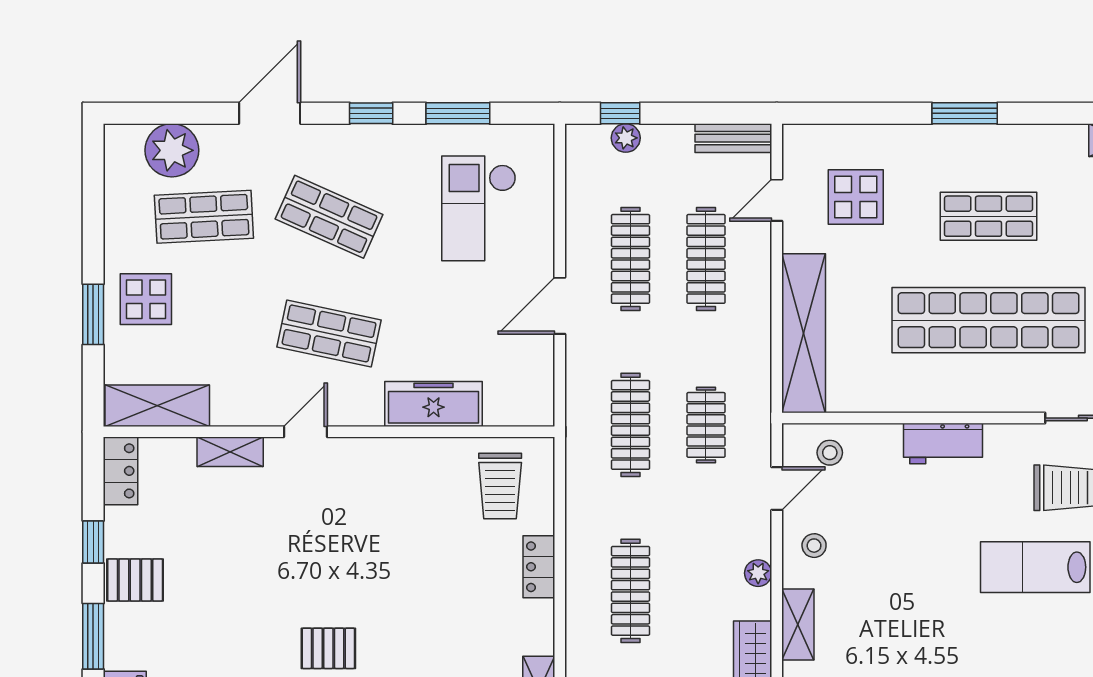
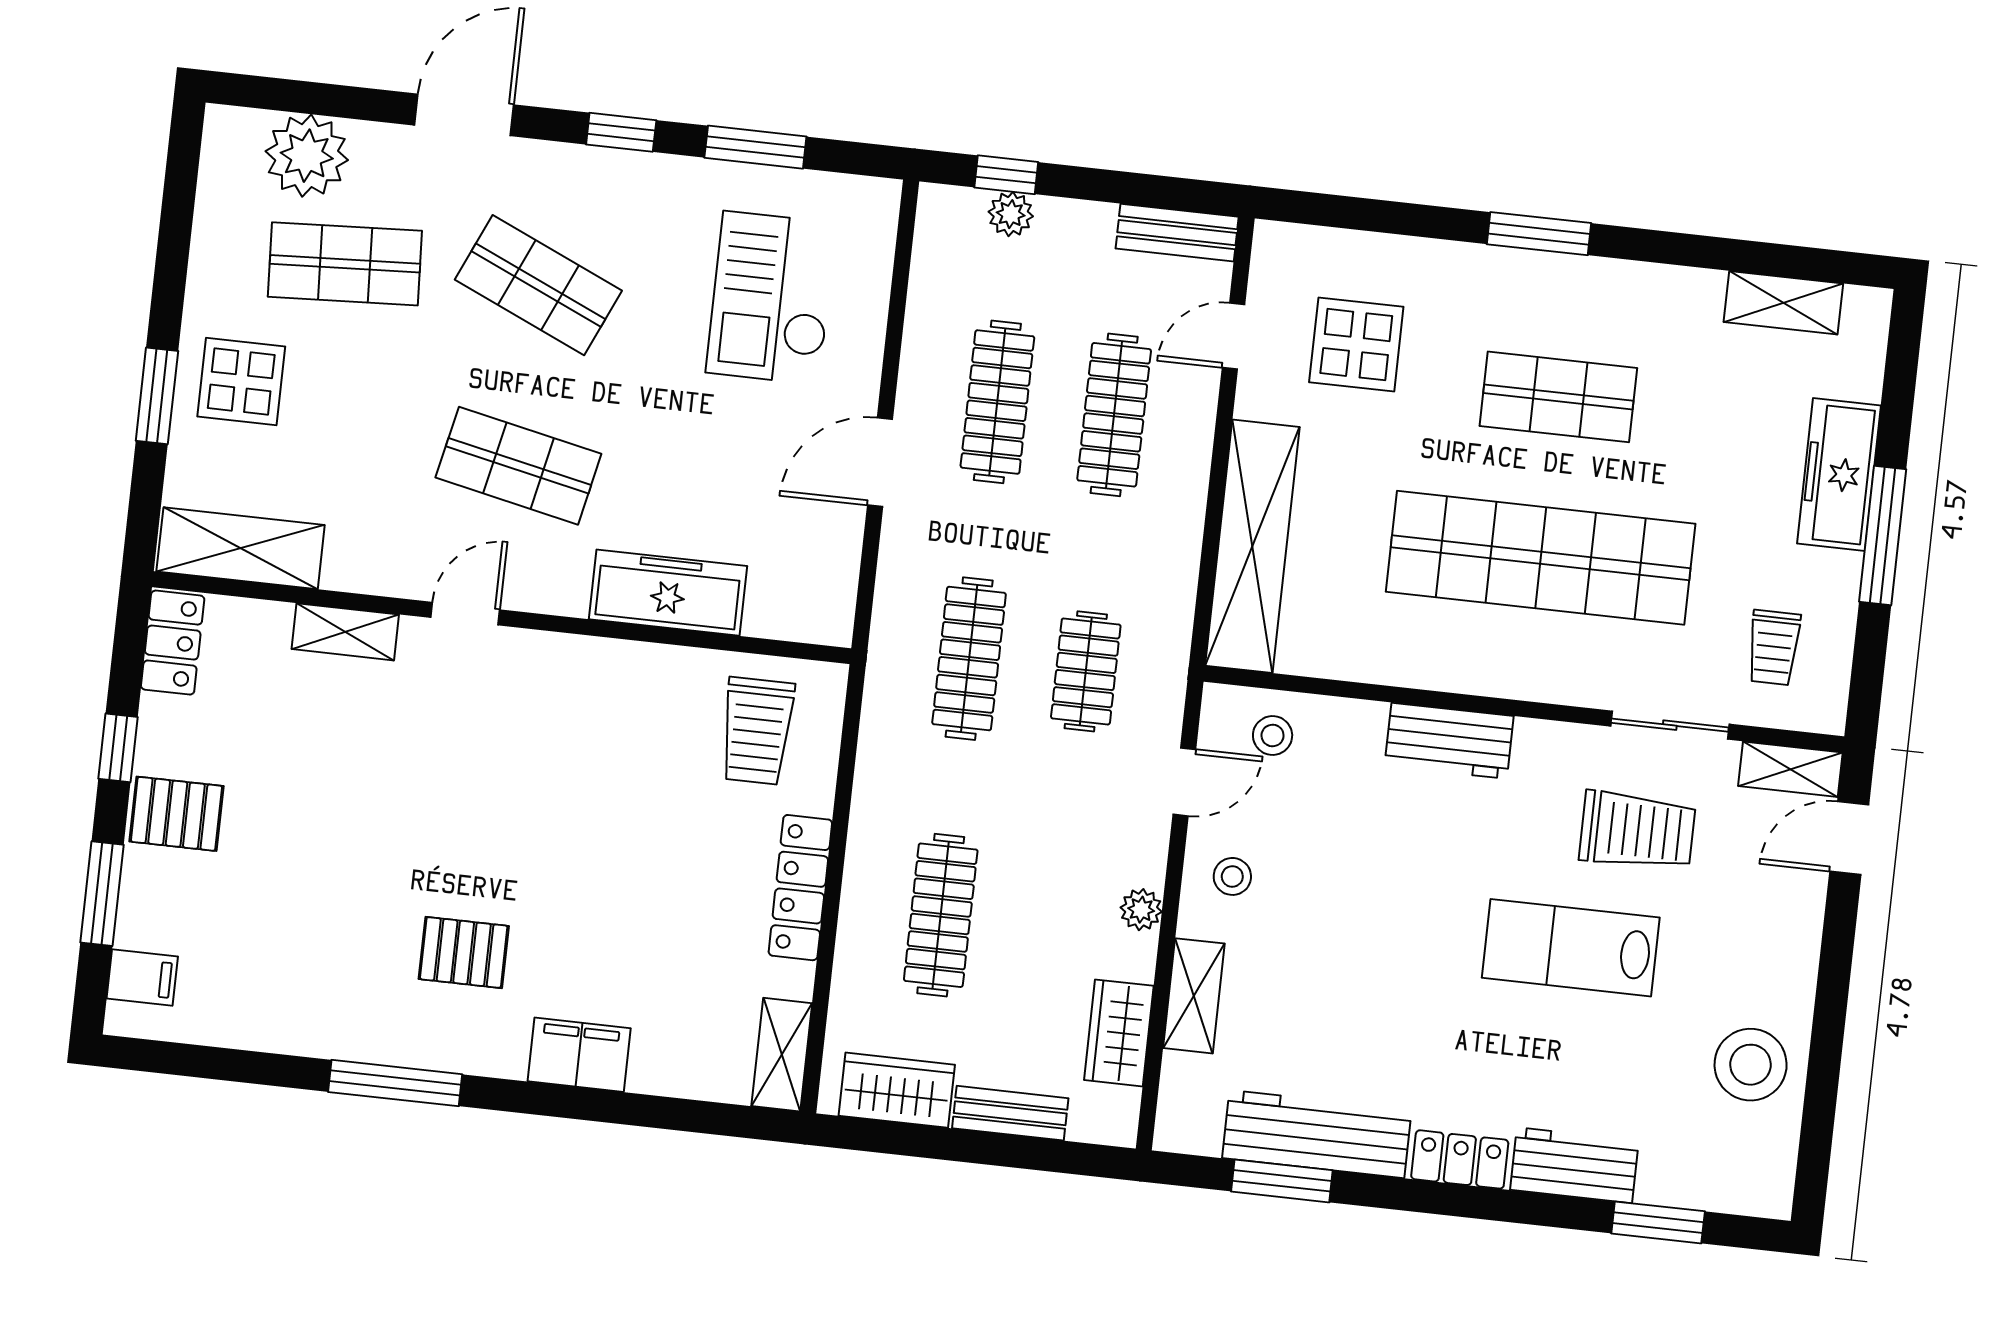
locker: (539, 567) -> (800, 888), width x1.53

